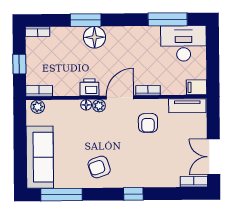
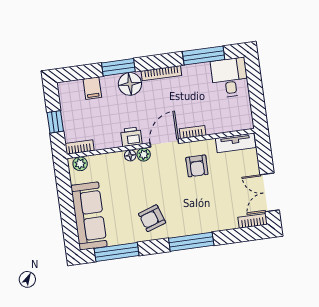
bookcase: (38, 32) -> (161, 73), moved, width x1.56
desk: (184, 43) -> (230, 78), width x0.73
filing cabinet: (197, 87) -> (92, 88), moved, turned -90
window: (133, 194) -> (191, 242), width x2.17

